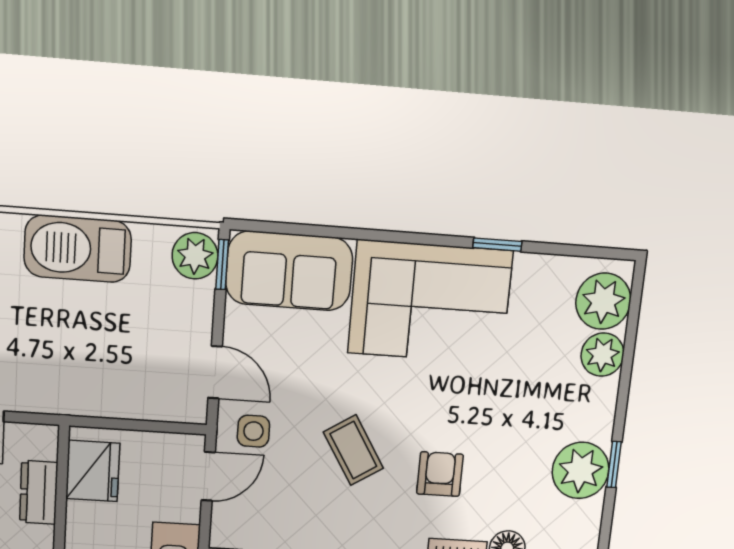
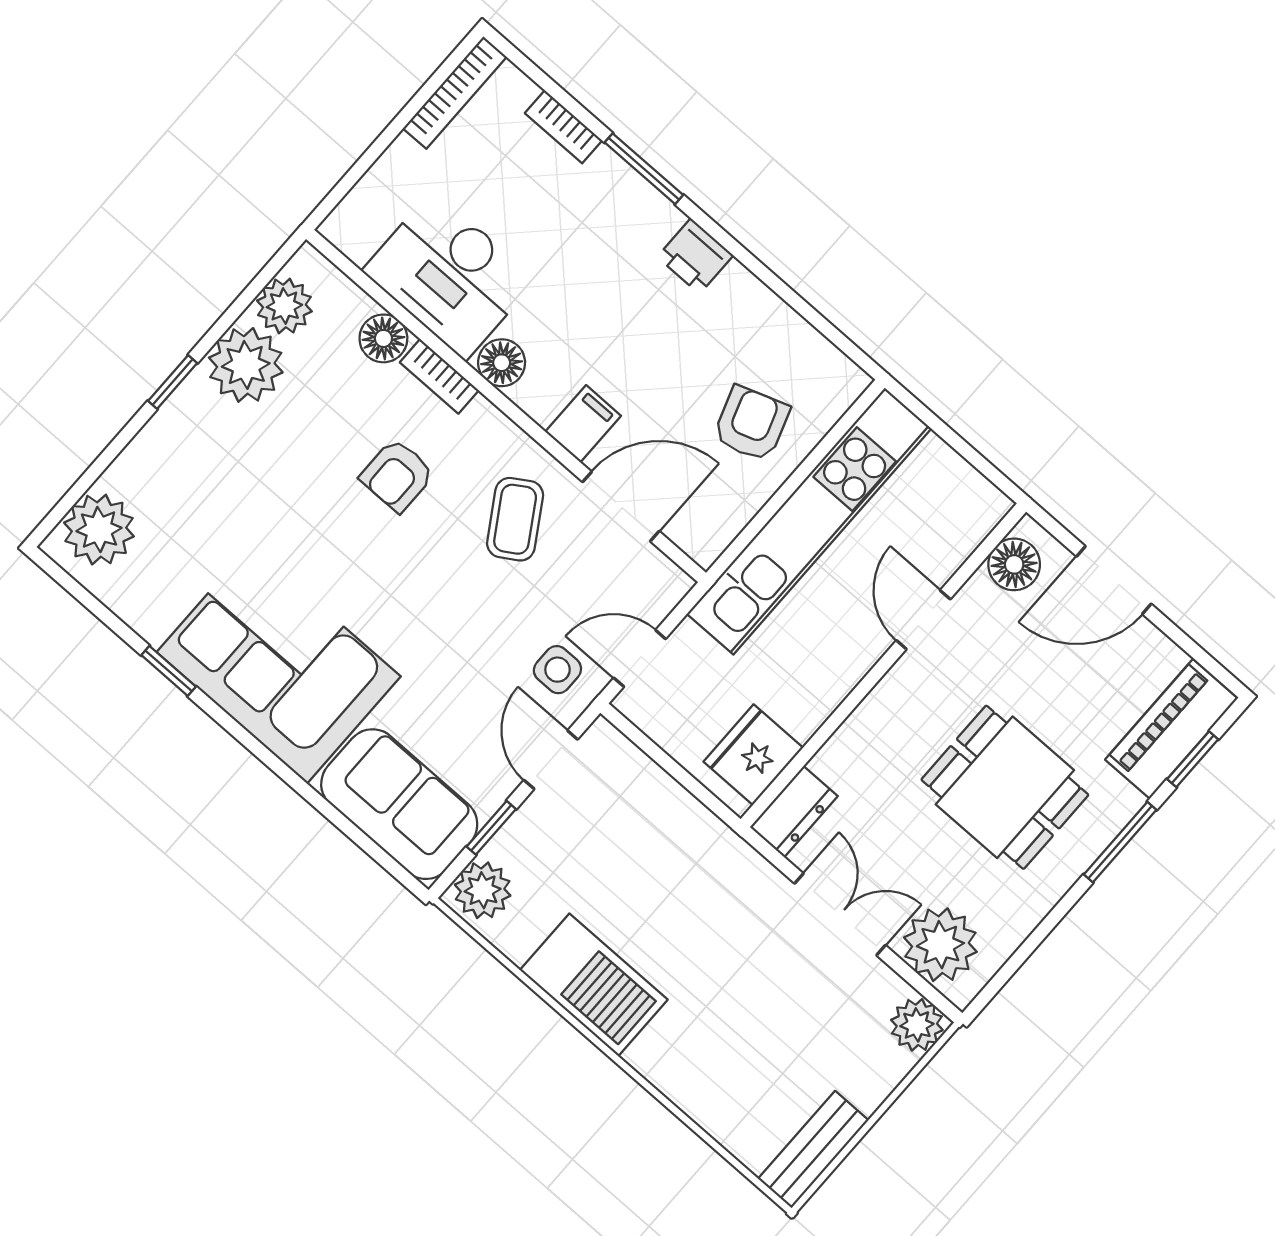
window: (222, 265) -> (491, 828), moved
plant: (602, 355) -> (284, 306), moved
coffee table: (353, 450) -> (515, 519), moved
window: (614, 464) -> (173, 382), moved
dresser: (39, 492) -> (794, 812), moved

